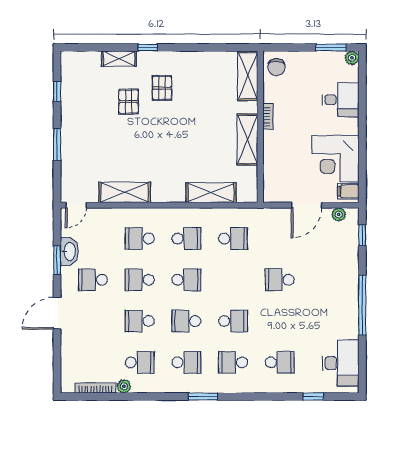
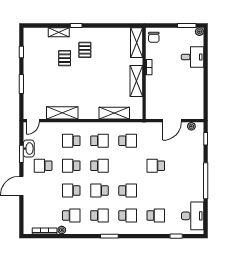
corner desk: (335, 158) -> (189, 92), removed
filing cabinet: (348, 191) -> (197, 112), removed
school desk: (233, 362) -> (128, 215), turned 180

